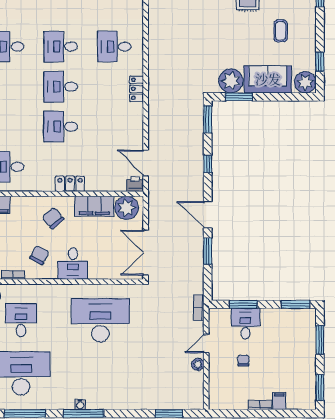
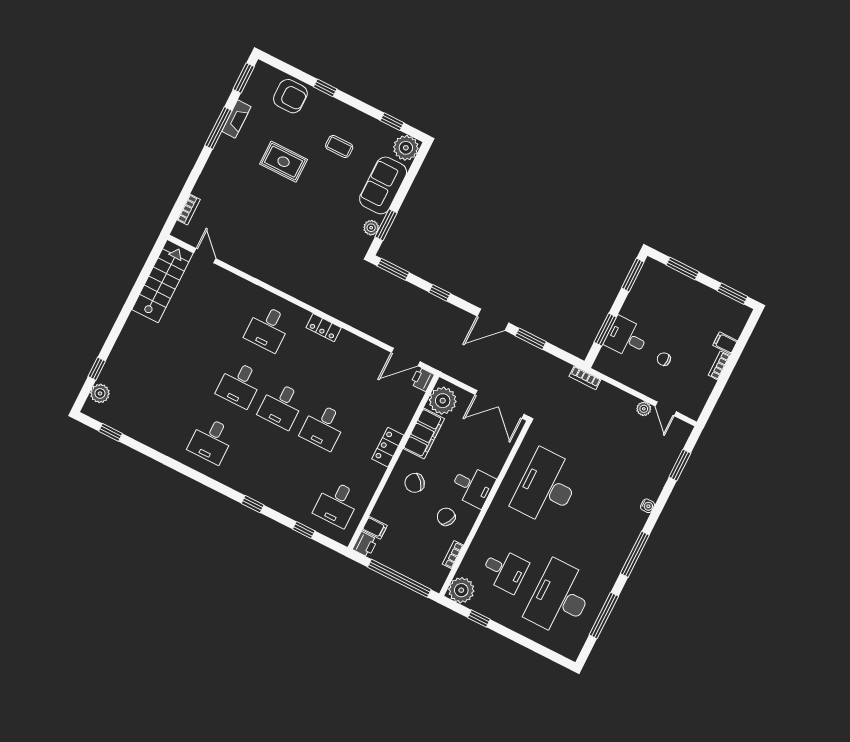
plant: (231, 81) -> (371, 228), width x0.53, depth x0.53
desk: (21, 320) -> (505, 570), turned 180
door: (206, 344) -> (666, 409), moved
water cooler: (80, 405) -> (647, 506), moved

